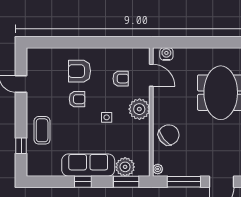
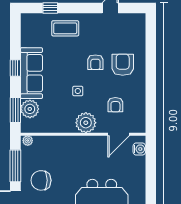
chair: (169, 135) -> (41, 180), moved, turned 128

